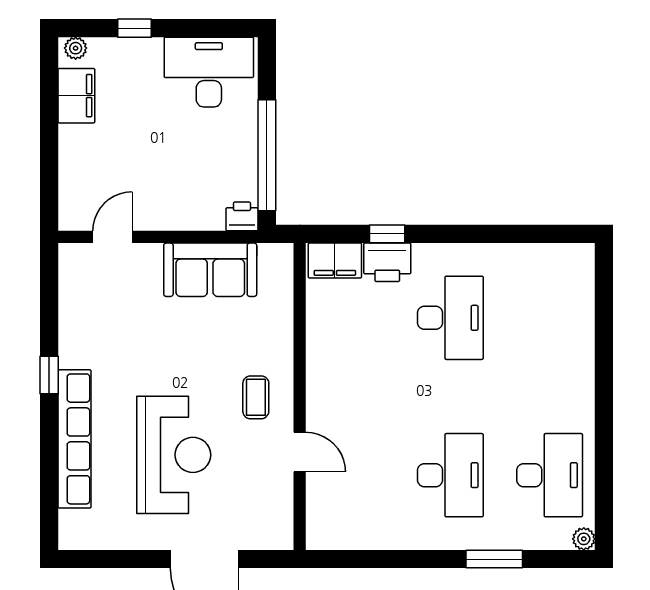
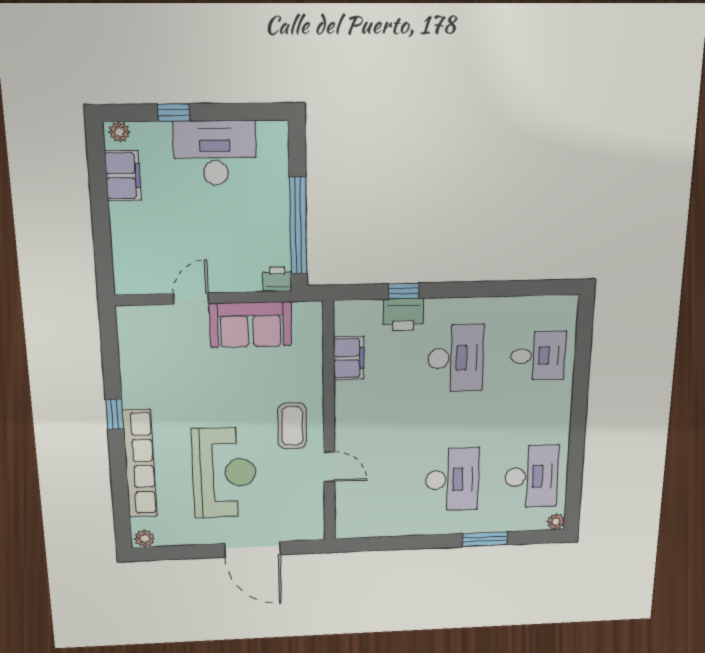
desk: (209, 72) -> (215, 153), moved
door: (113, 237) -> (191, 299), moved
filing cabinet: (335, 261) -> (349, 358), moved, turned -90
desk: (550, 318) -> (538, 356), added
coffee table: (256, 397) -> (292, 426), width x1.36, depth x1.30
plant: (74, 538) -> (145, 539), added

